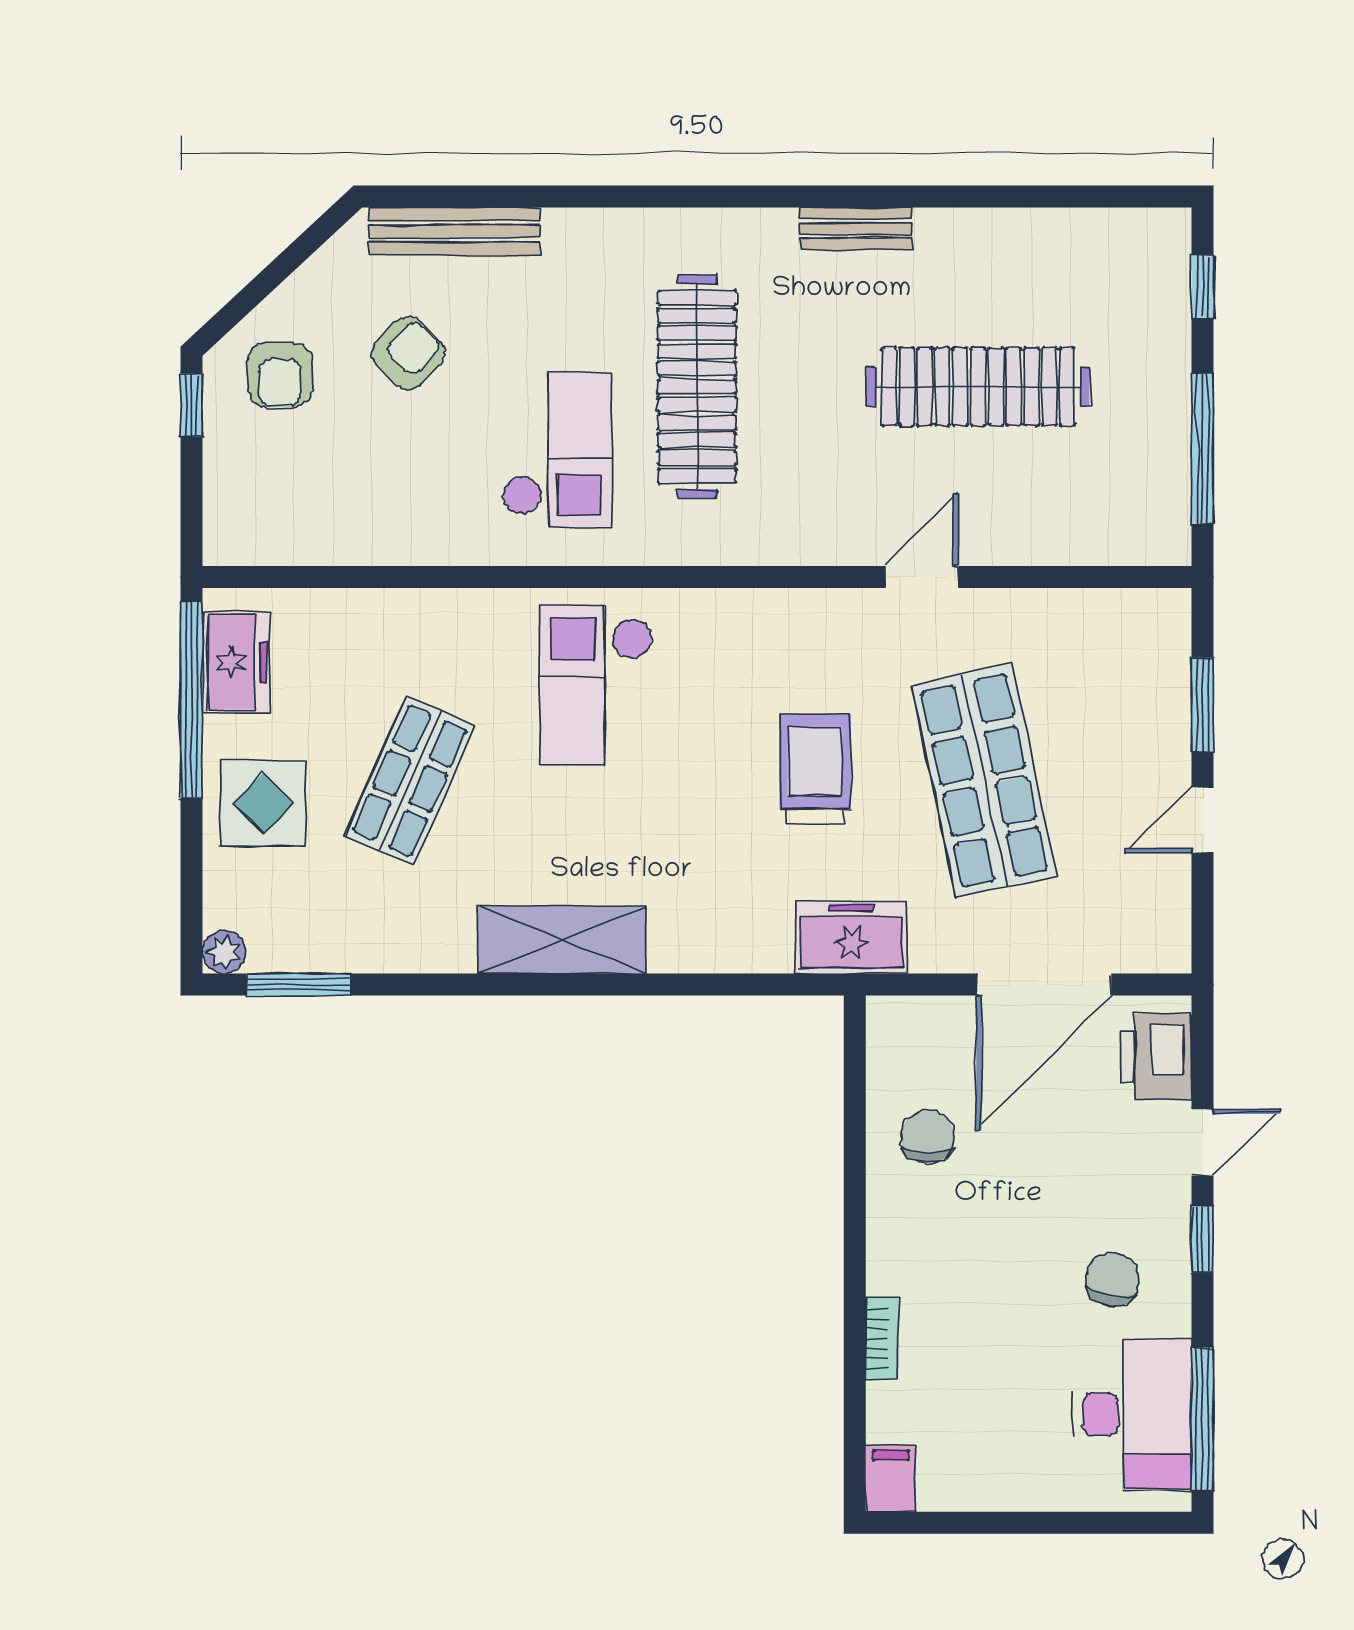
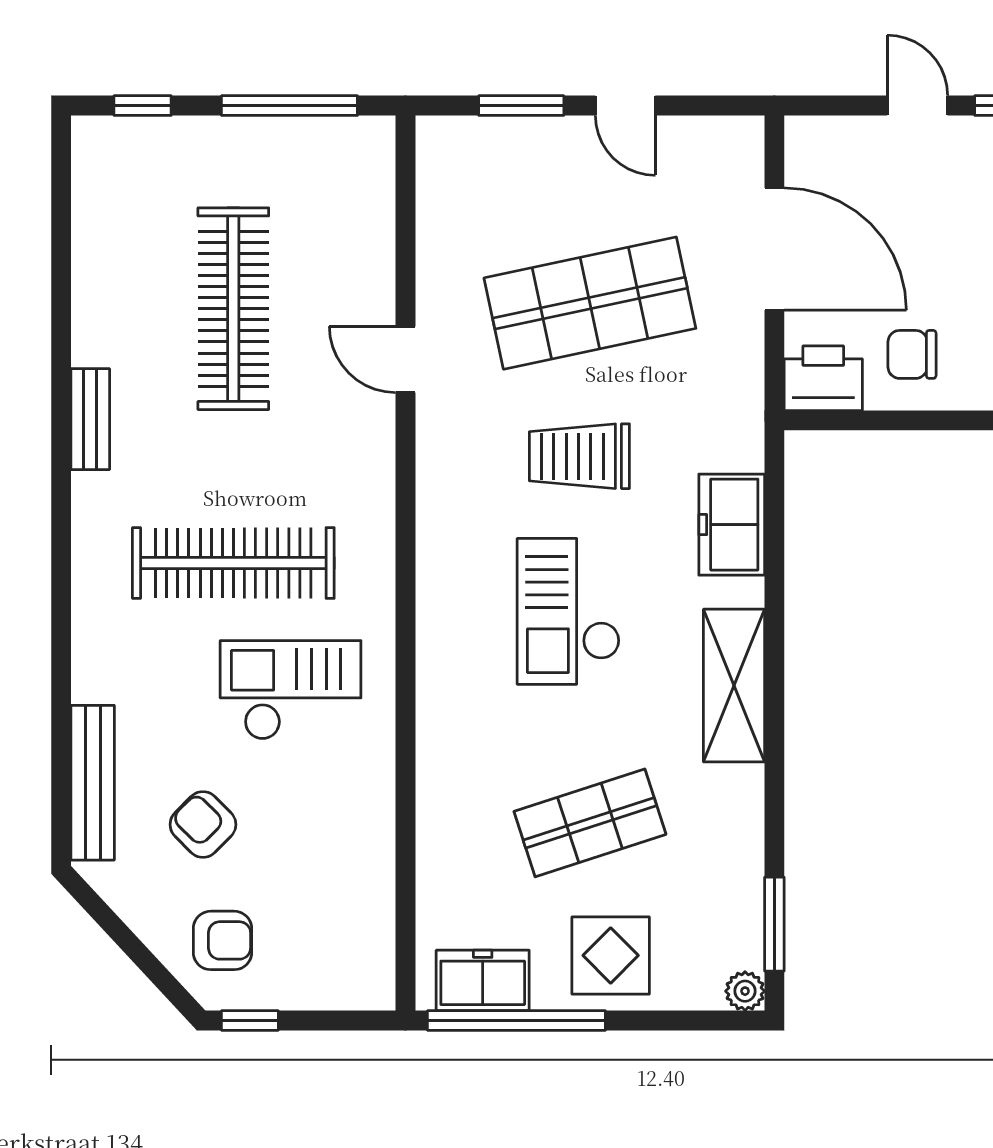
checkout: (596, 686) -> (568, 611), moved, turned 90
shop shelf: (410, 781) -> (590, 823), turned -42
freezer: (851, 937) -> (732, 525), moved
printer: (1156, 1057) -> (823, 378), moved, turned 180

